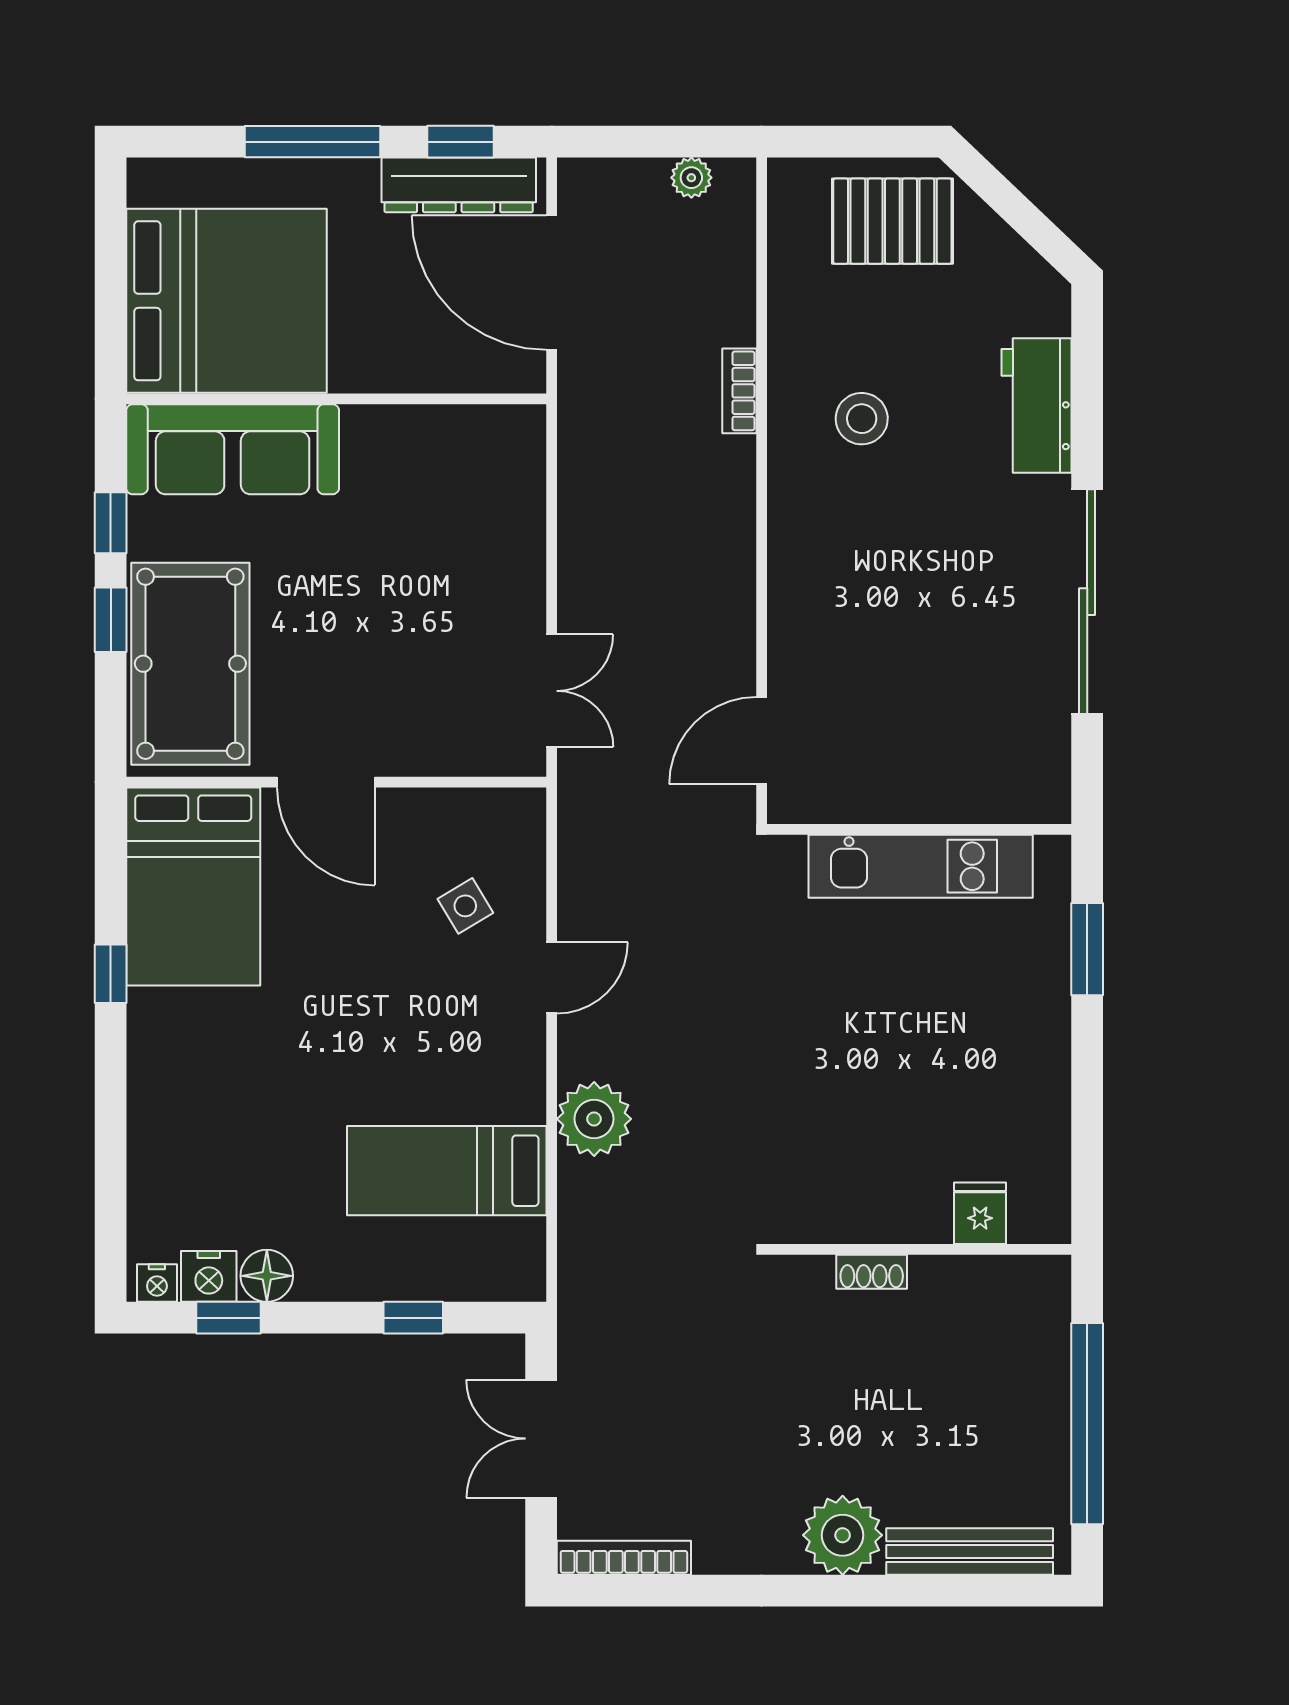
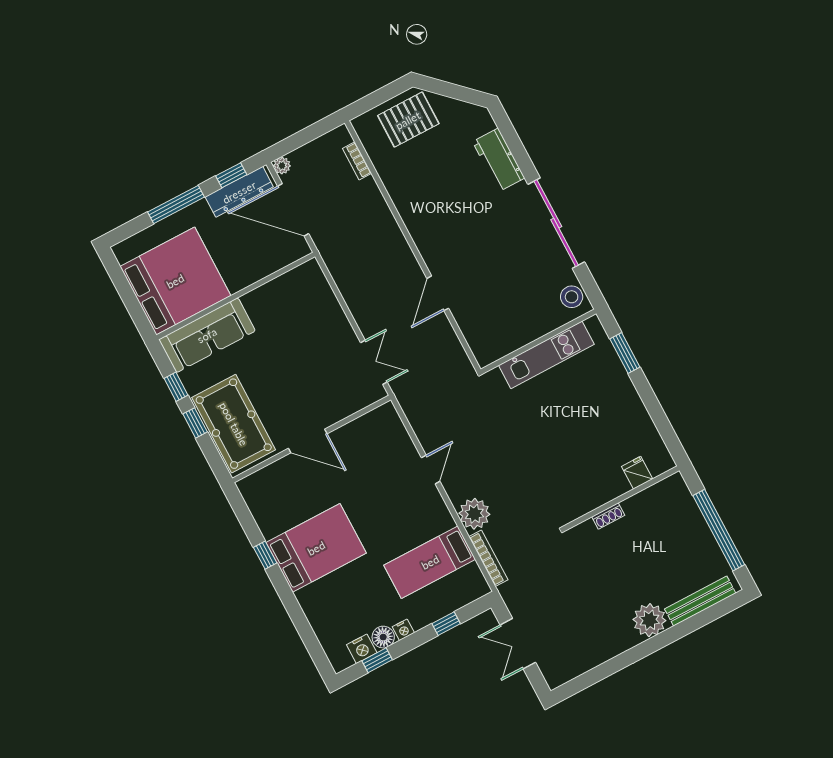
plant: (691, 178) -> (282, 166), moved
bookcase: (739, 391) -> (357, 161), moved
stool: (862, 419) -> (572, 297), moved
door: (762, 741) -> (438, 293), moved
bed: (193, 886) -> (316, 548), moved, turned -90
side table: (465, 906) -> (384, 460), removed
nightstand: (157, 1283) -> (403, 630), moved
bookcase: (624, 1558) -> (488, 558), moved, turned 90

